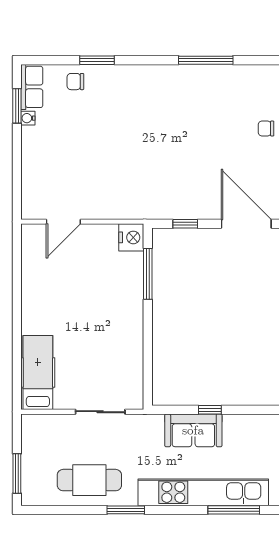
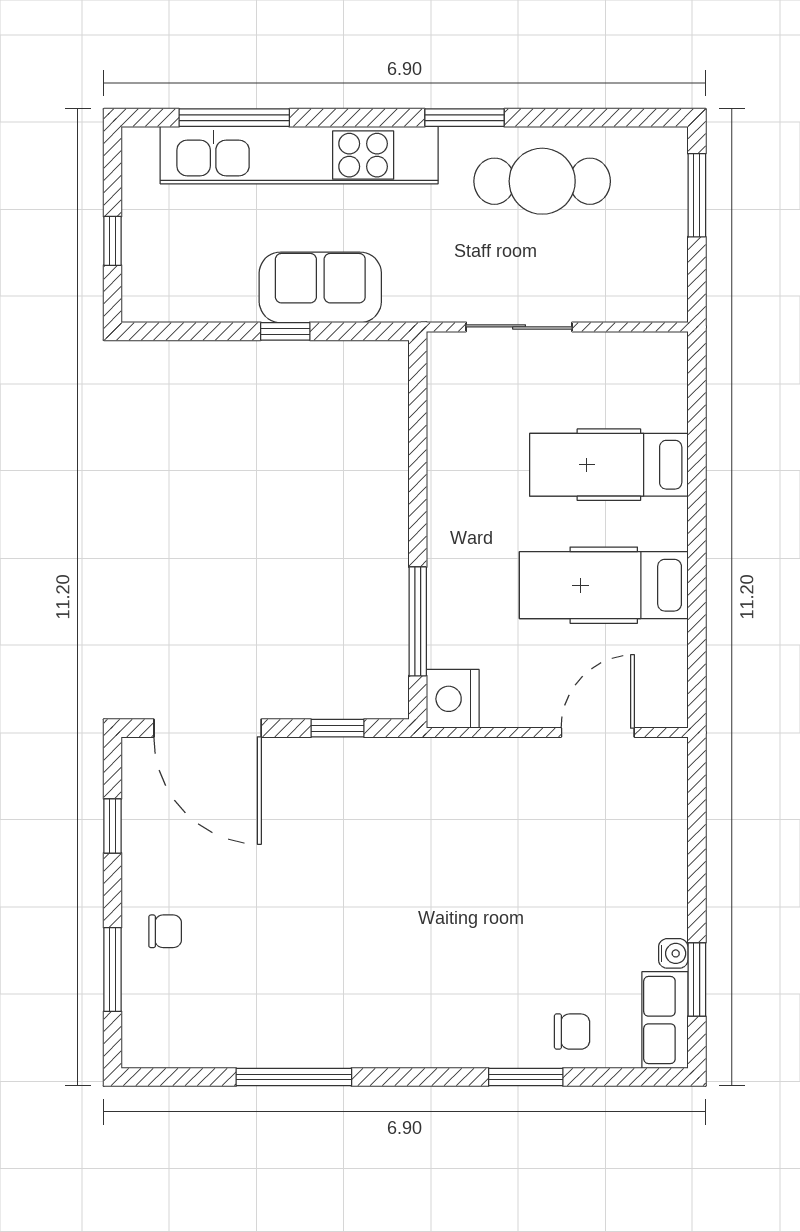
hospital bed: (61, 291) -> (604, 585), added
hospital bed: (38, 373) -> (609, 465), moved, turned 90

